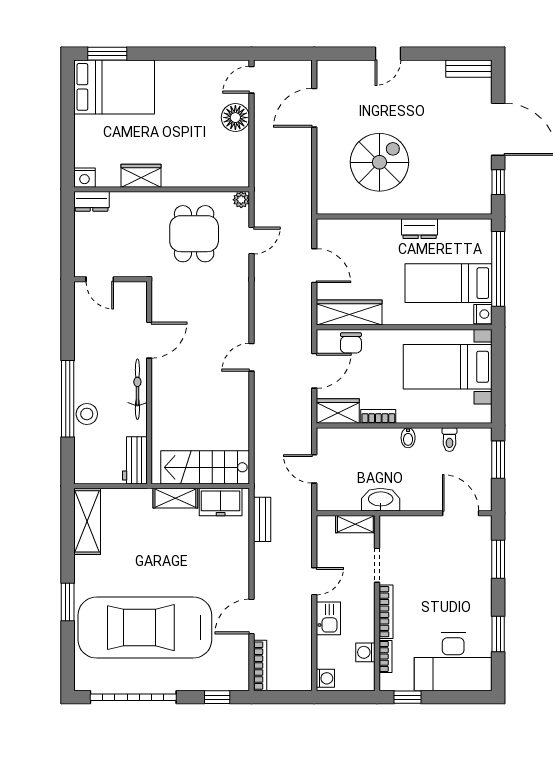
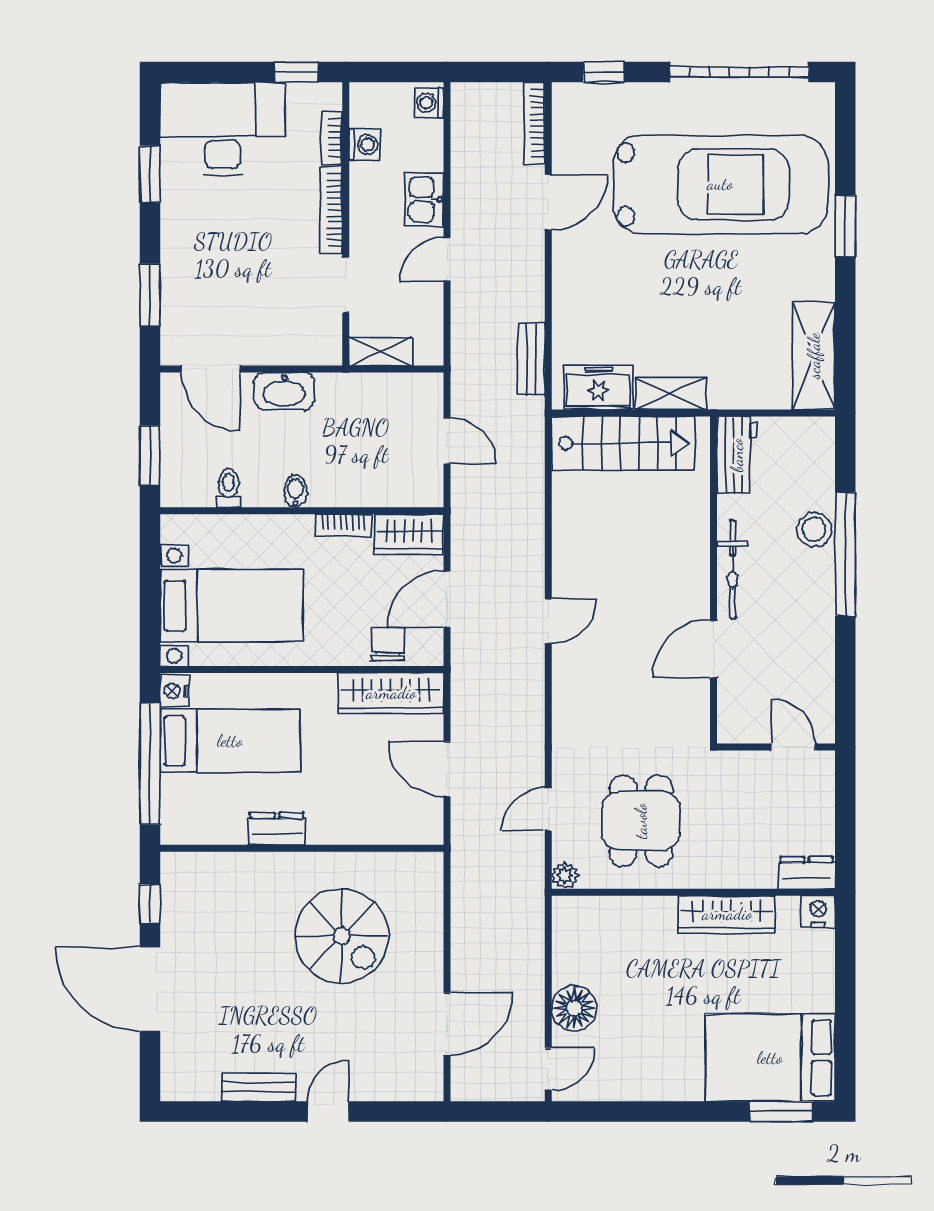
bench: (469, 69) -> (259, 1087), moved
spiral stairs: (379, 162) -> (342, 936), turned -90
wardrobe: (141, 176) -> (727, 914), width x1.50
washbasin: (381, 500) -> (284, 391), moved

